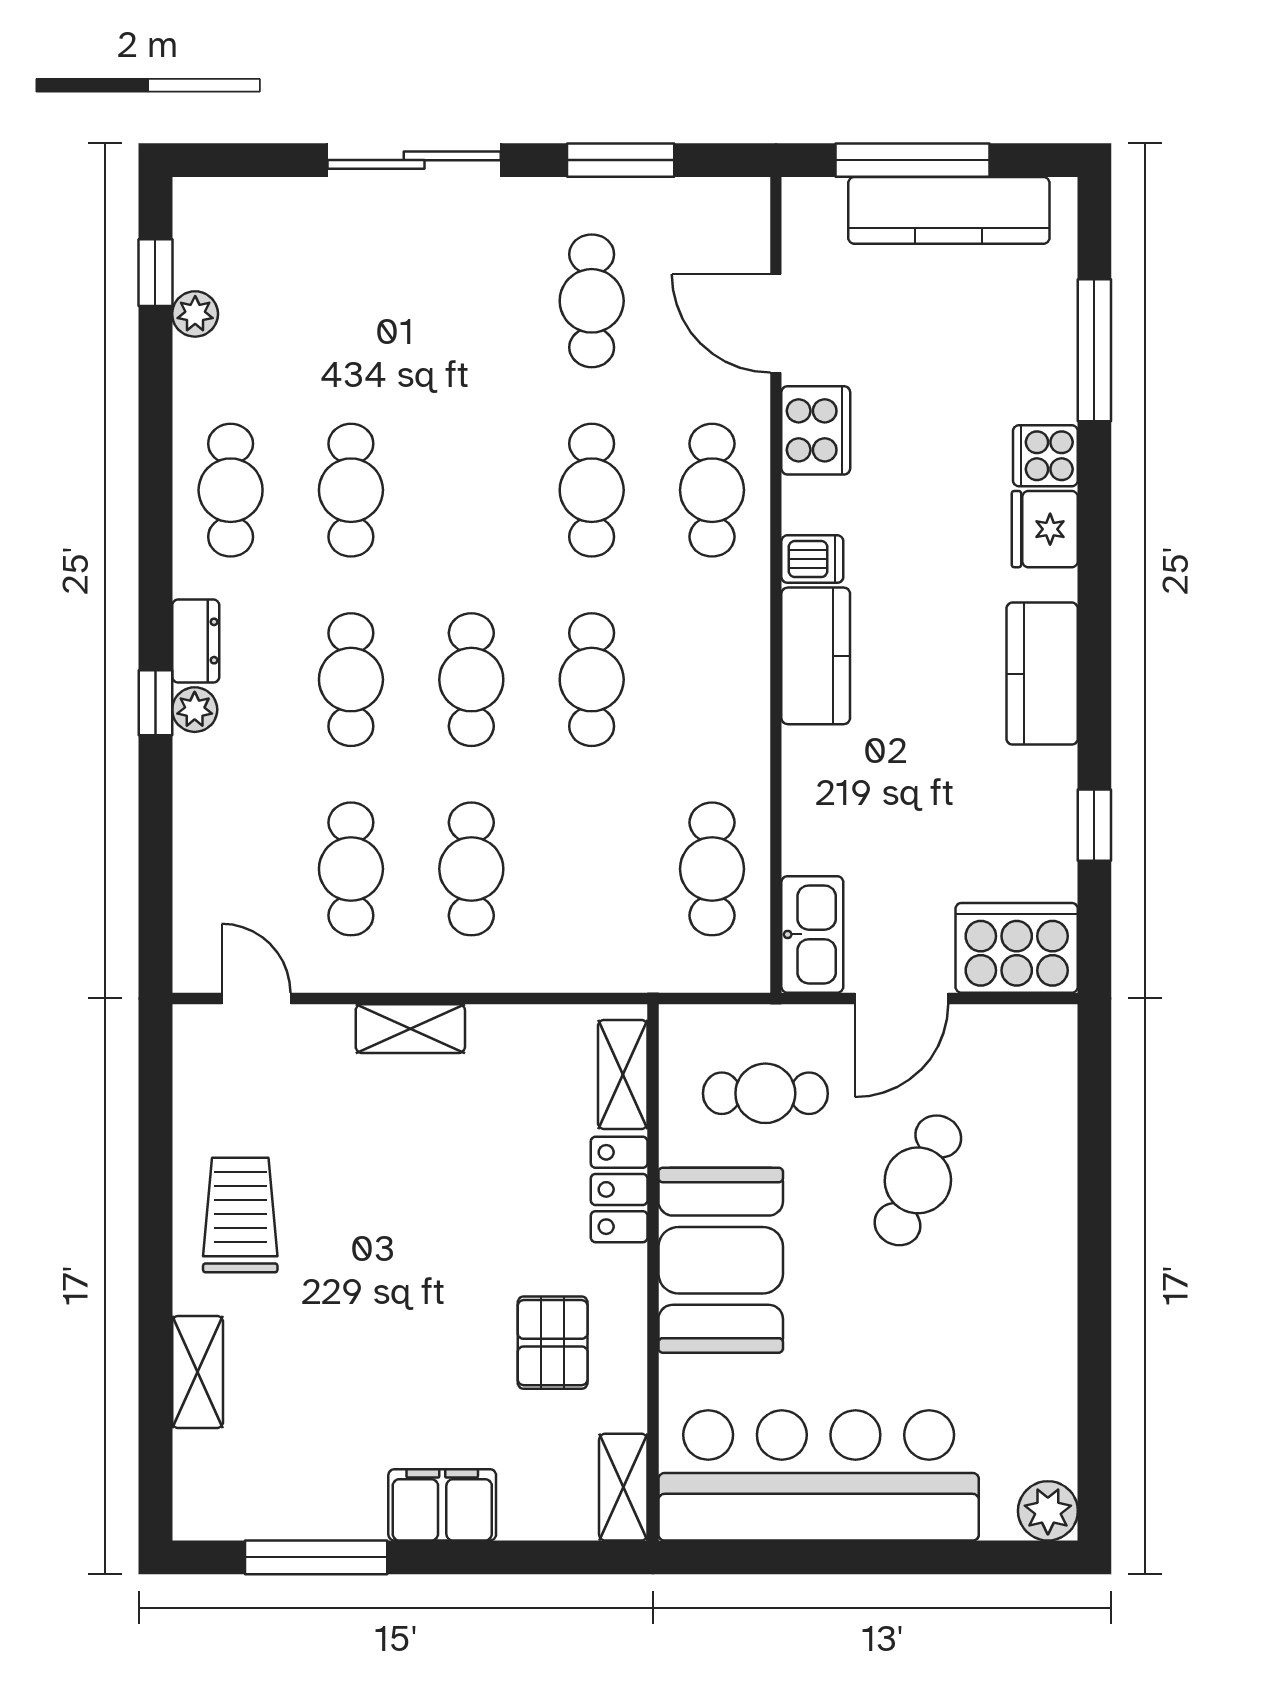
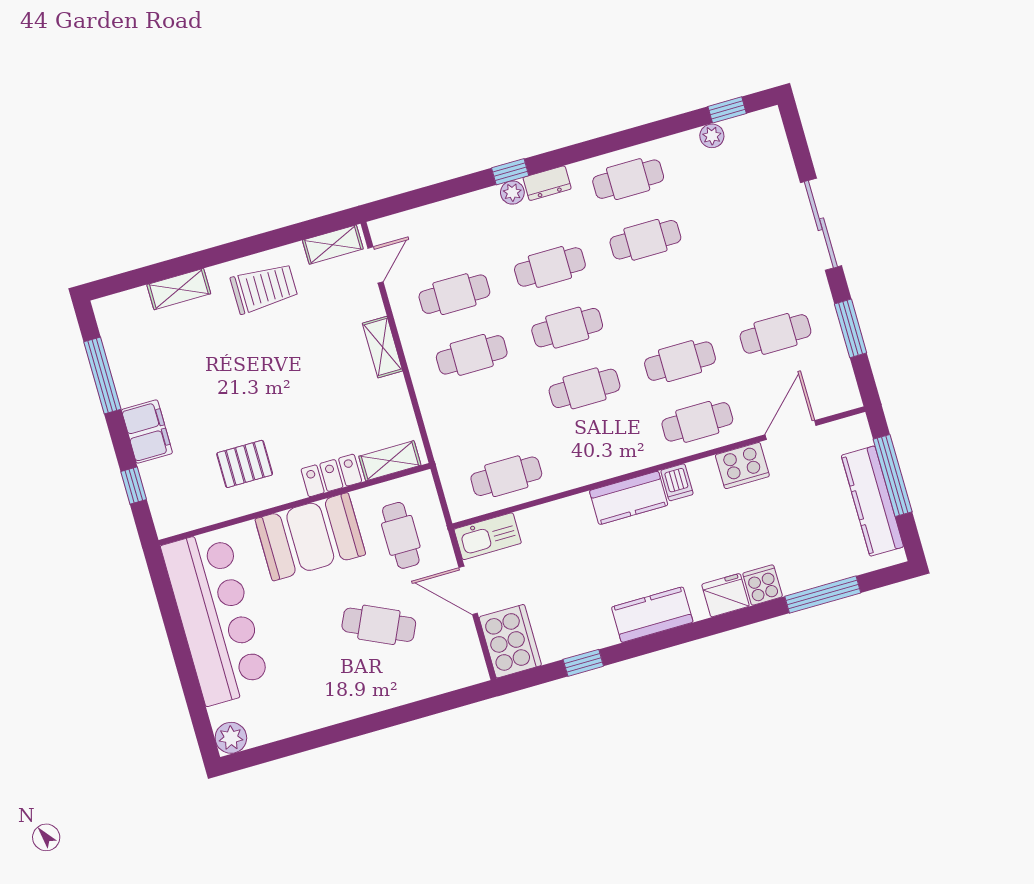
shelving: (623, 1487) -> (333, 245), moved
window: (534, 1557) -> (134, 486), added

